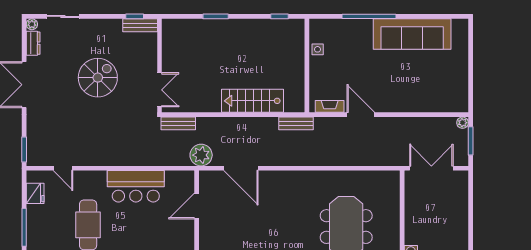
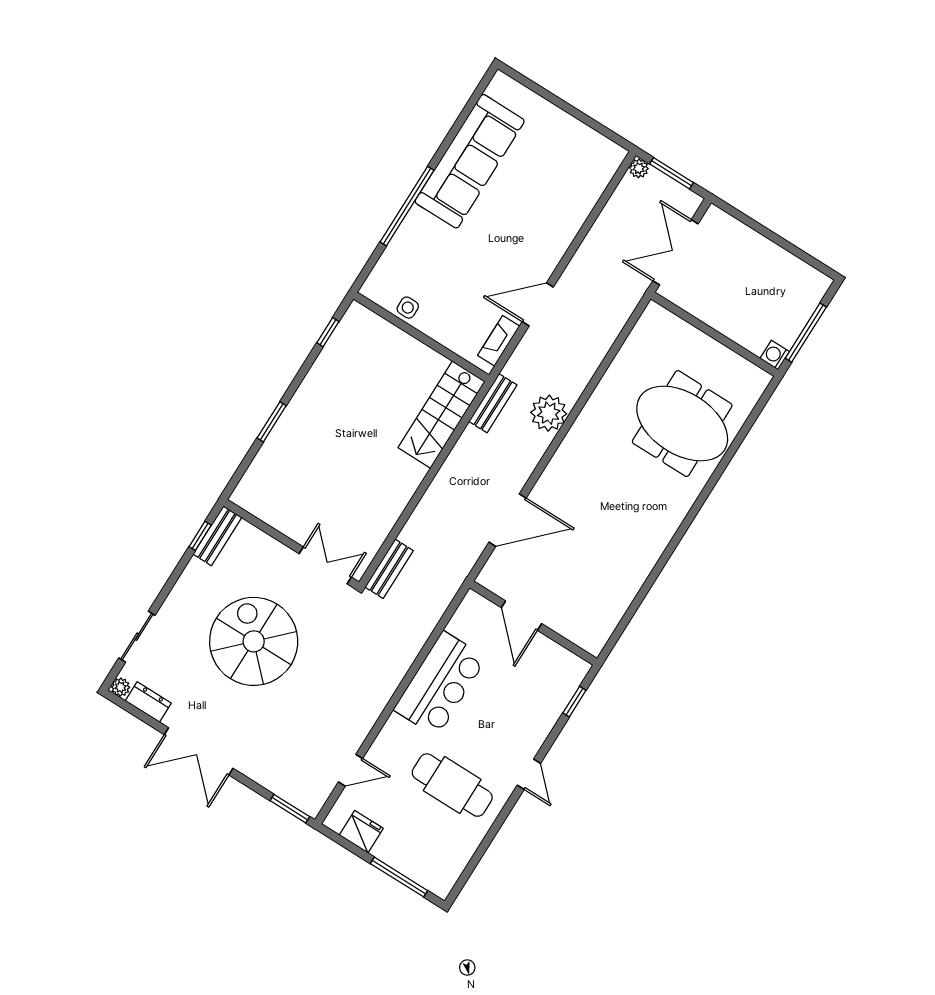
spiral stairs: (98, 78) -> (254, 641), width x1.37, depth x1.37
stairs: (253, 101) -> (441, 415), moved
plant: (201, 155) -> (549, 413), moved

